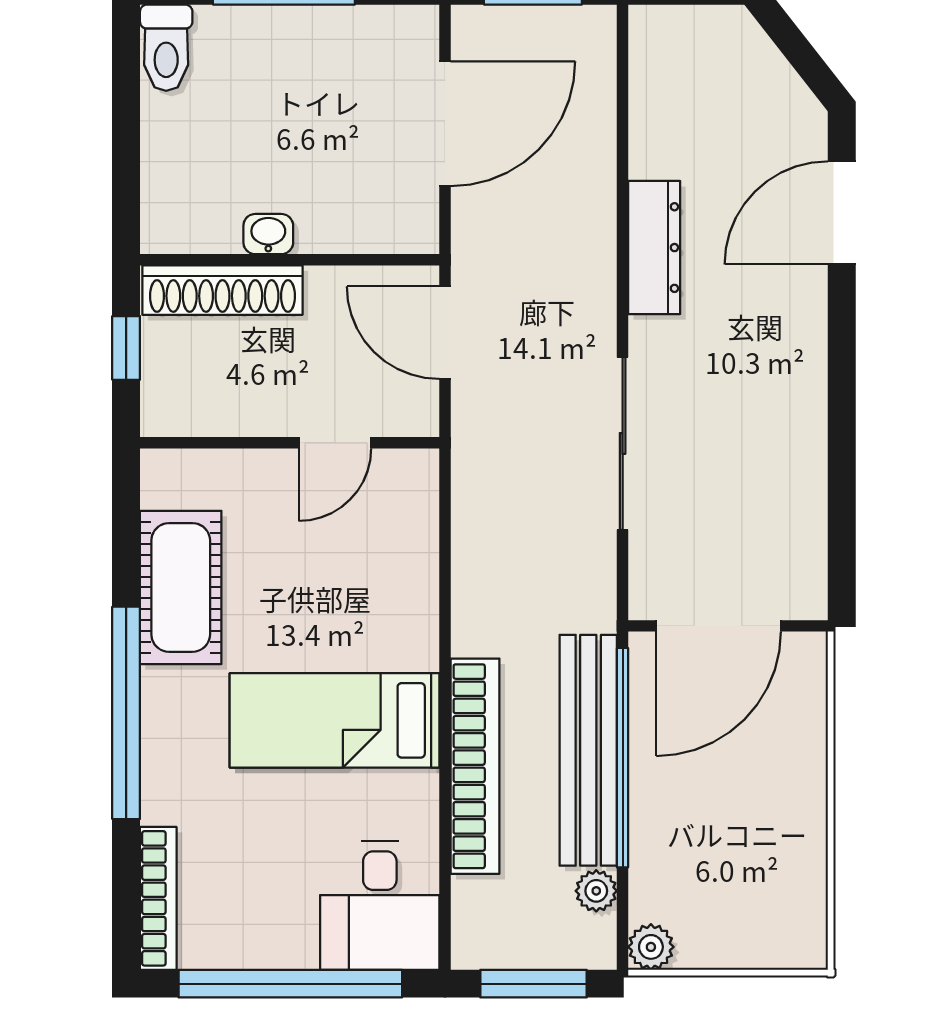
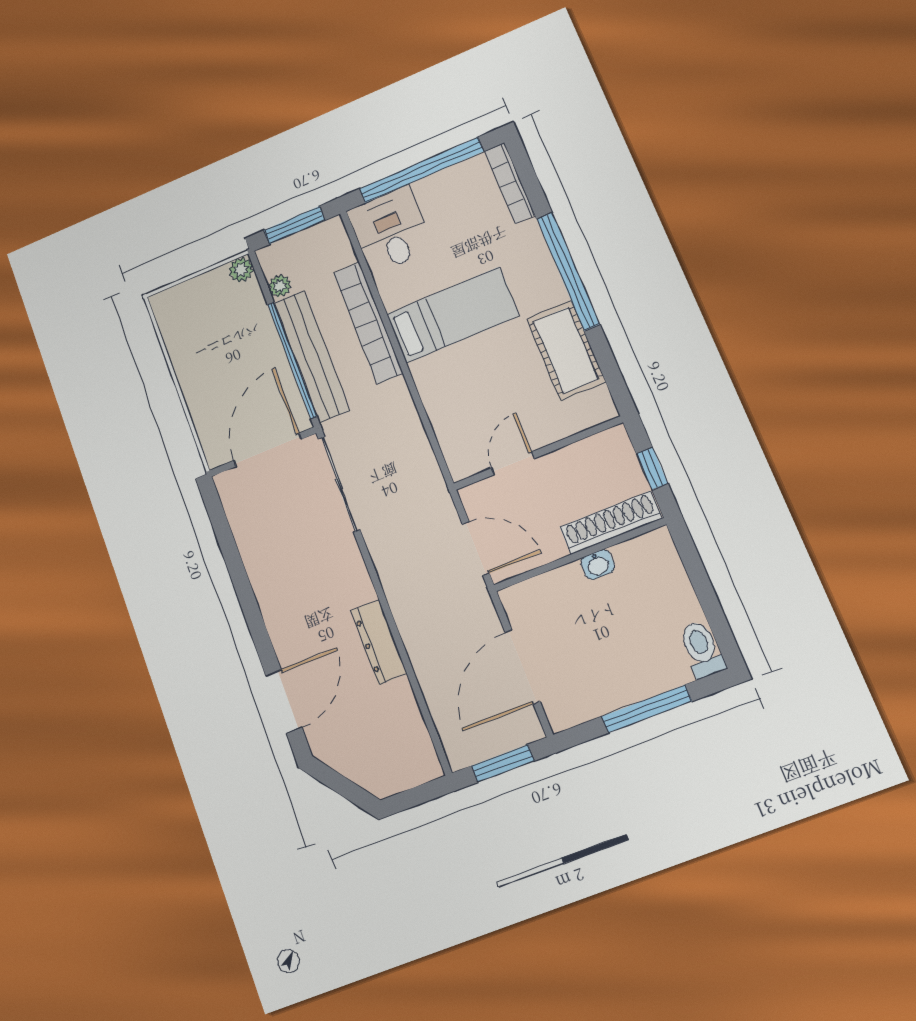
sliding door: (623, 444) -> (339, 484), moved

